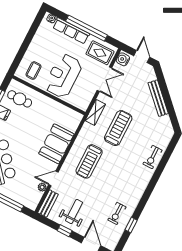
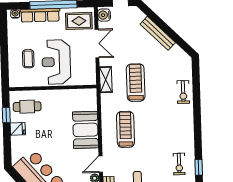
coffee table: (34, 71) -> (28, 59), moved
treadmill: (89, 161) -> (126, 129), turned 180

